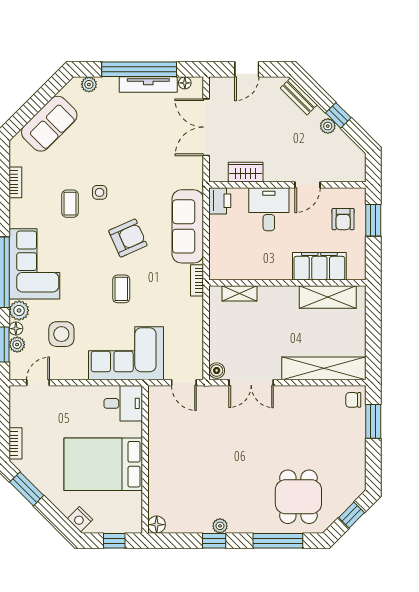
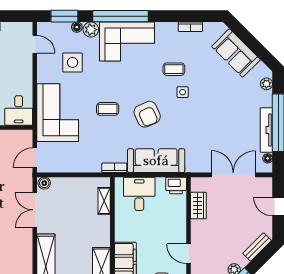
desk: (269, 209) -> (139, 194), moved, turned -90
plant: (17, 345) -> (64, 28), removed

